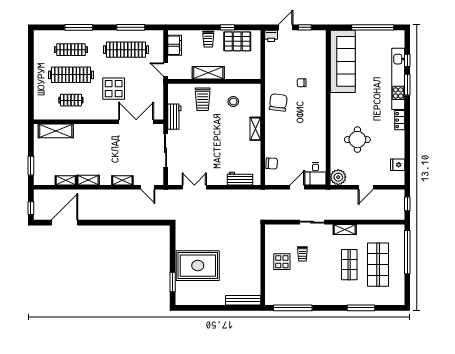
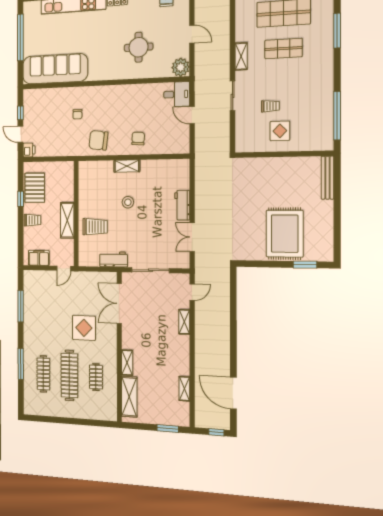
clothes rail: (126, 50) -> (43, 312), removed
stool: (233, 102) -> (128, 202), moved
chair: (272, 163) -> (138, 139), moved
workbench: (240, 179) -> (182, 205), moved
shelving: (88, 180) -> (127, 363), moved

